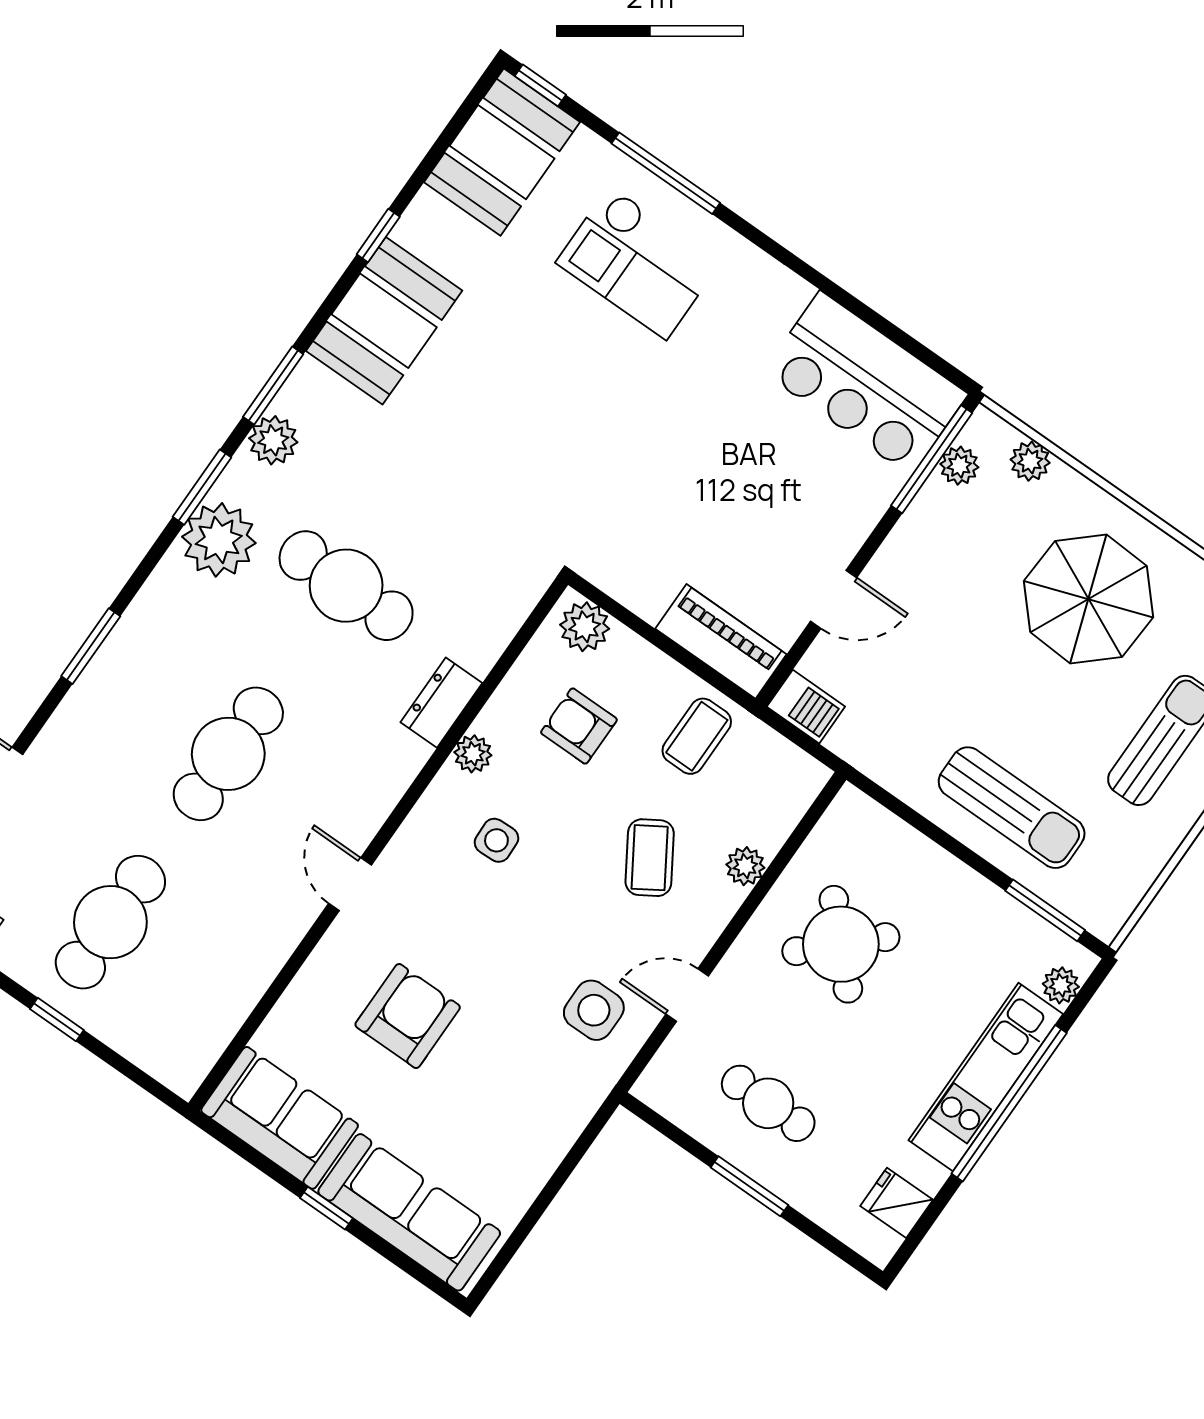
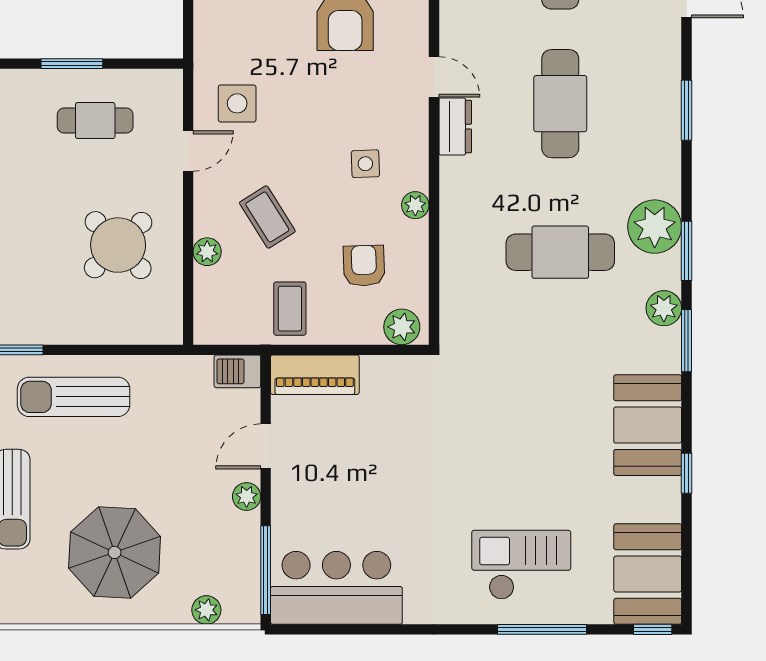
plant: (959, 466) -> (247, 496), moved
dresser: (441, 703) -> (455, 127), moved
armchair: (579, 726) -> (364, 266), turned -92

